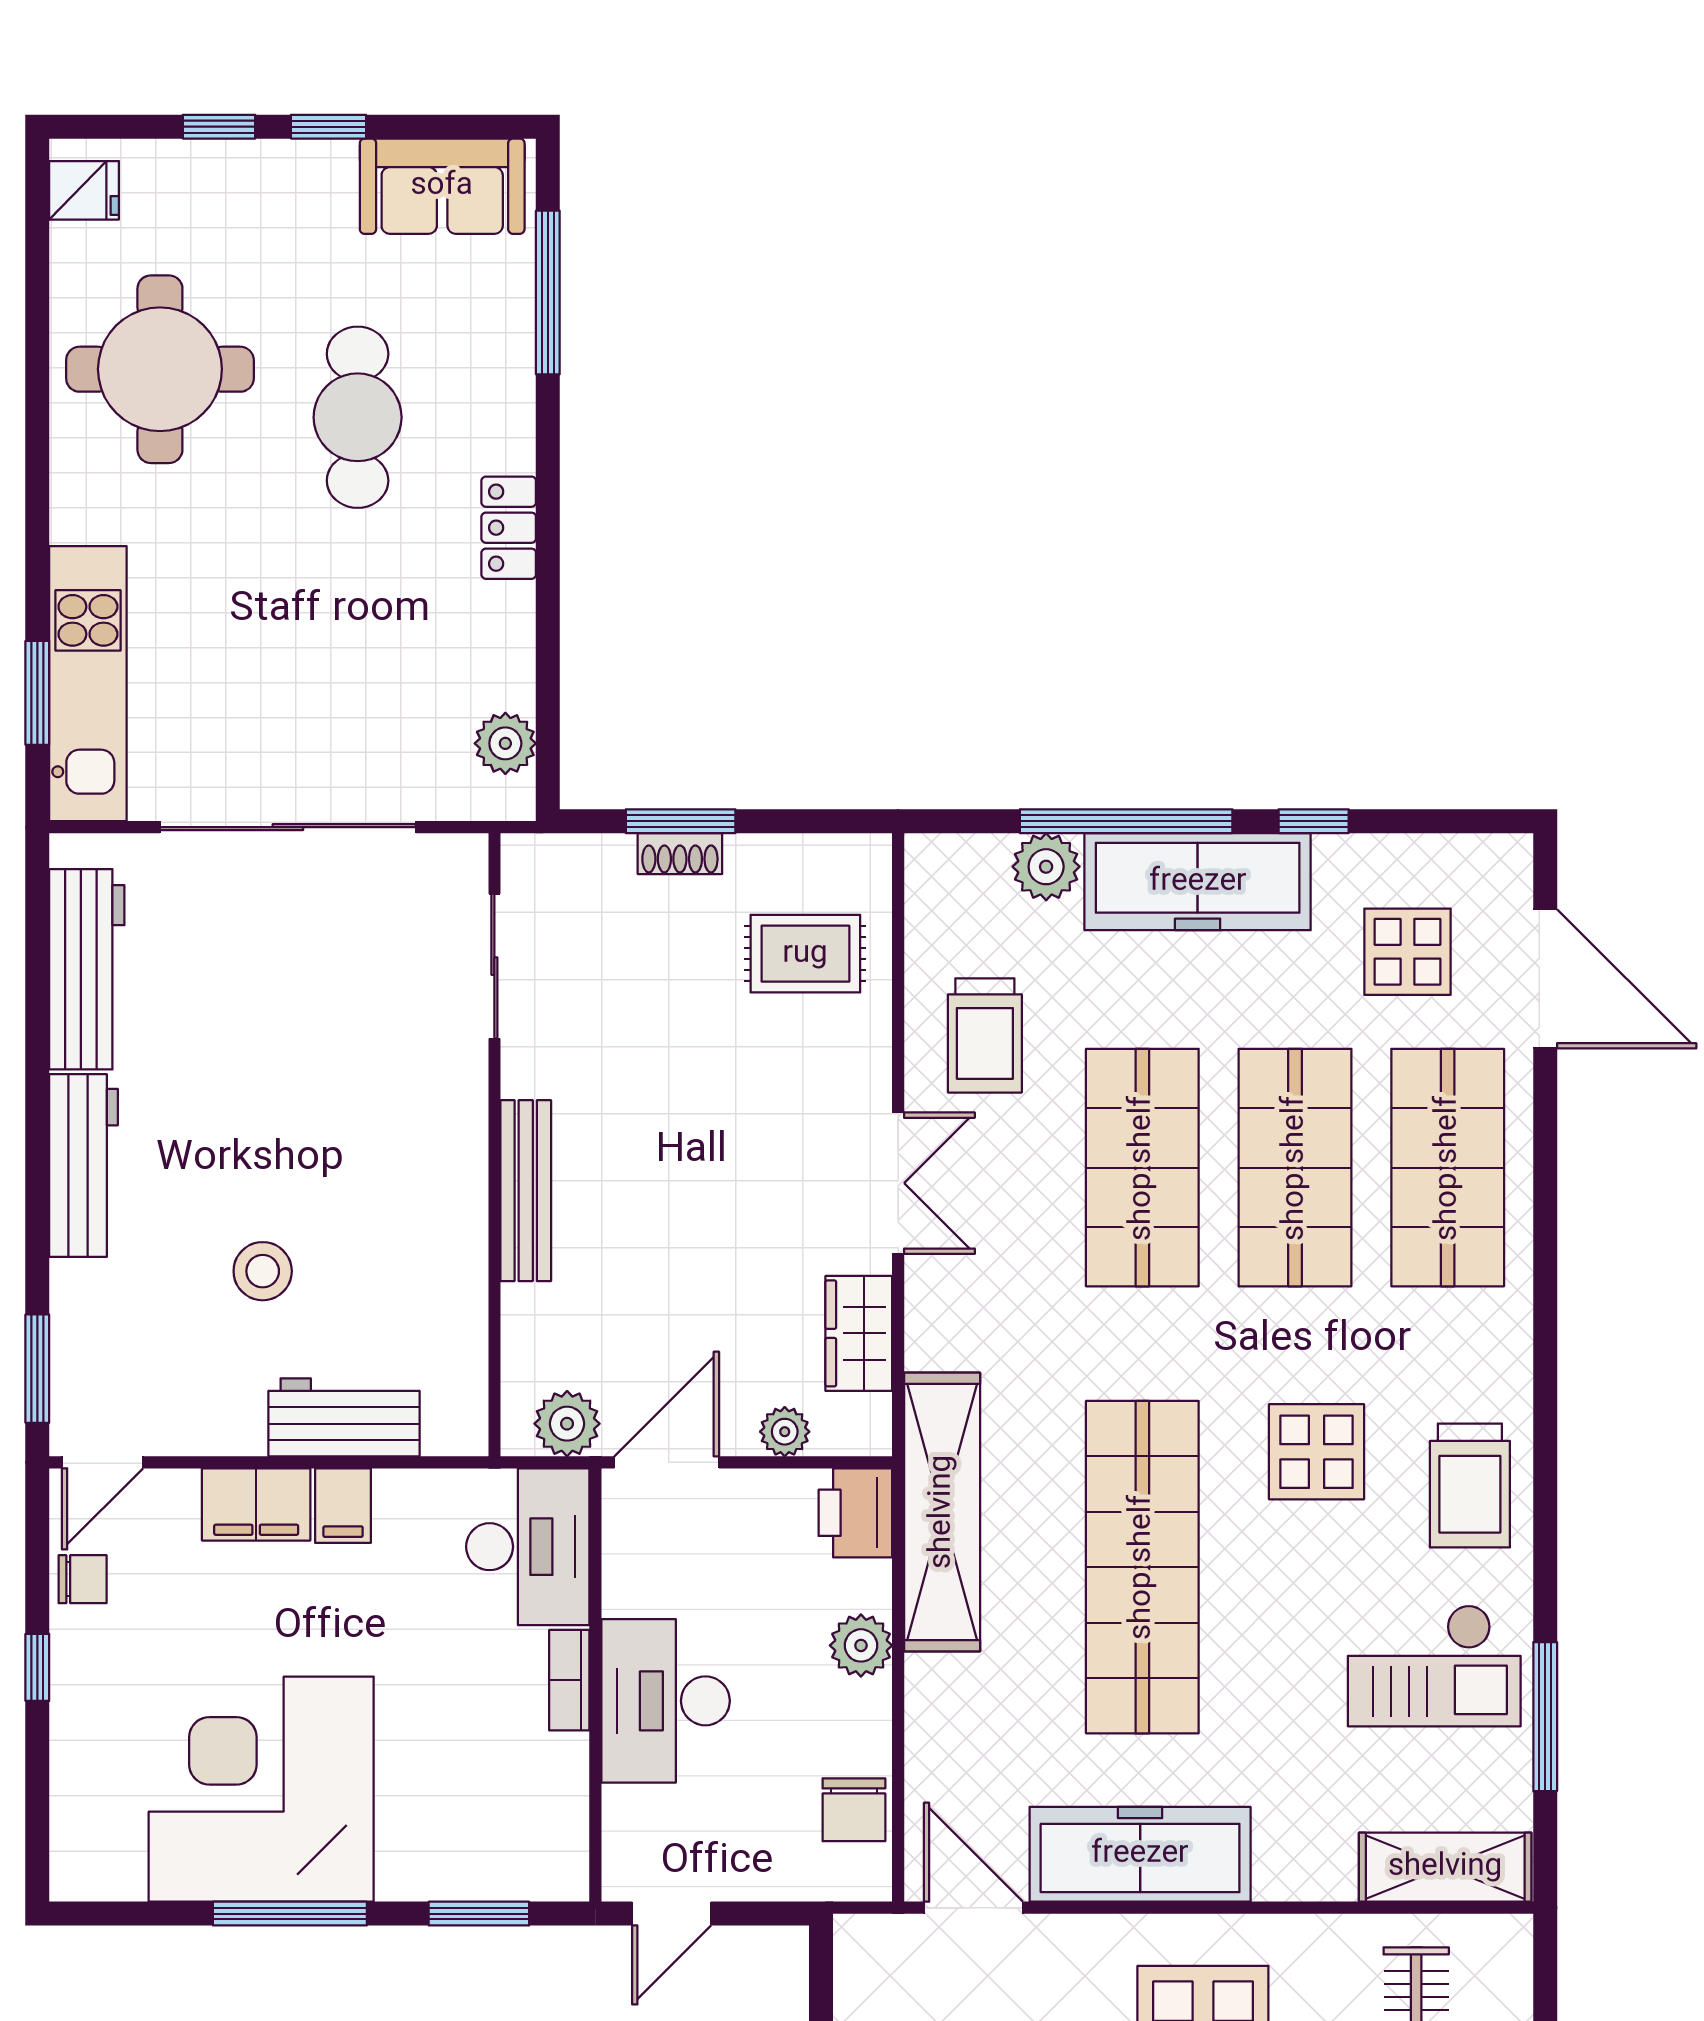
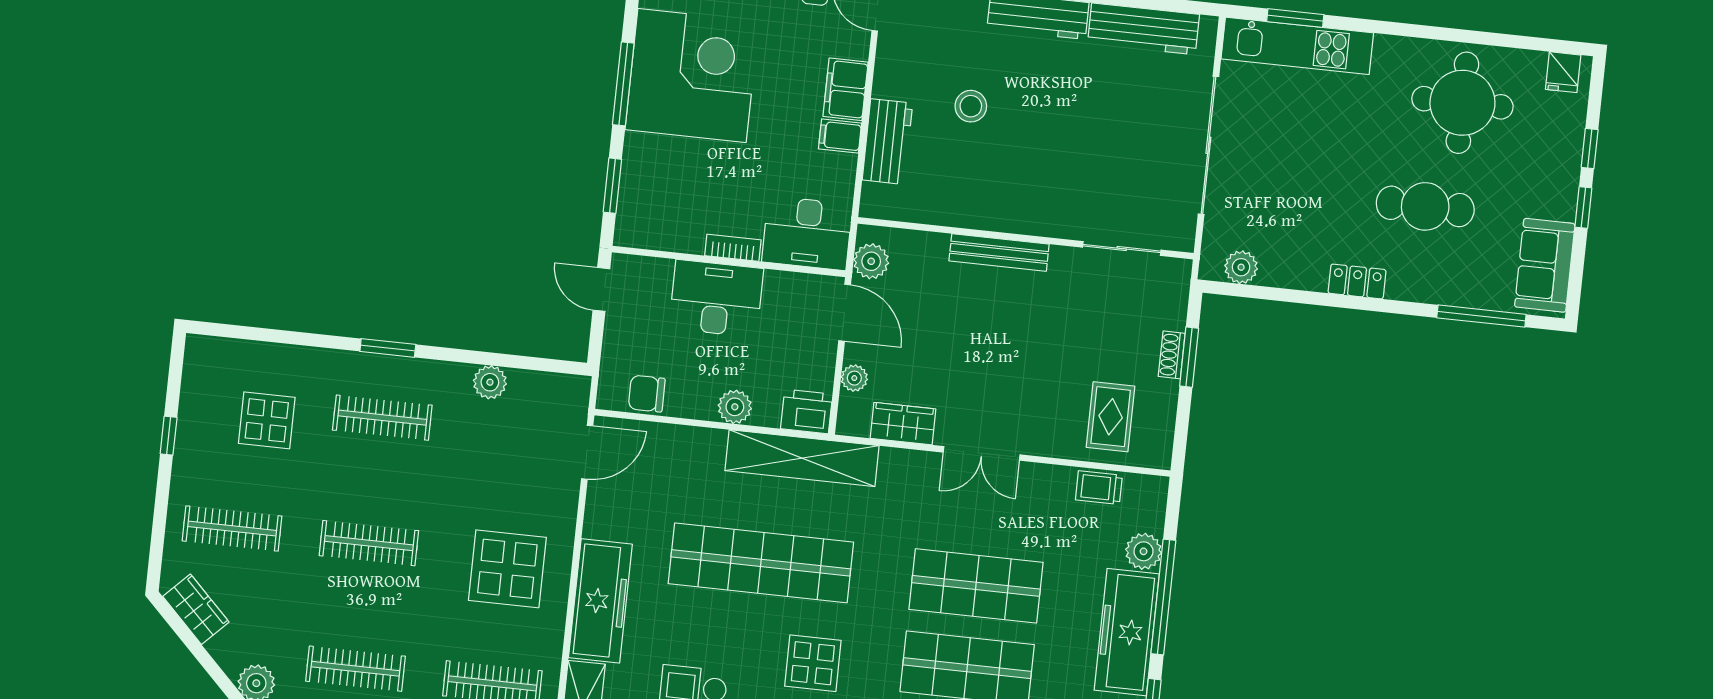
trolley: (985, 1035) -> (1099, 488), moved, width x0.73, depth x0.72
freezer: (1140, 1854) -> (600, 601), moved

